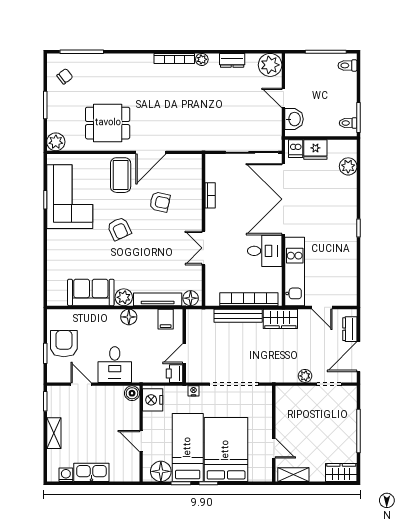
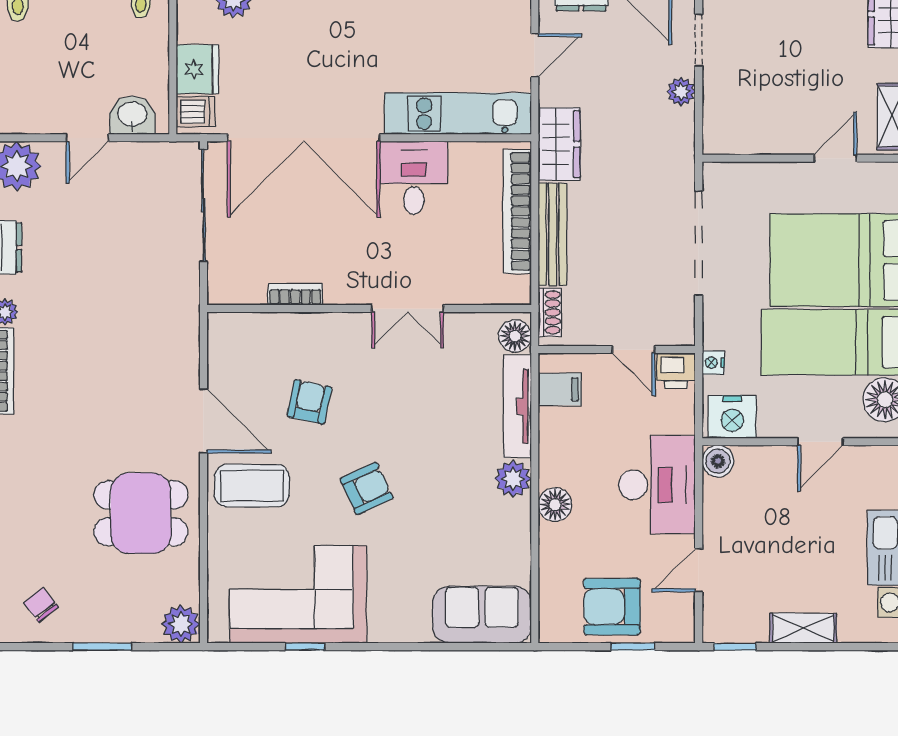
dining table: (108, 123) -> (141, 513), turned 90
sofa: (91, 292) -> (482, 615), moved, turned 90
shoe rack: (202, 315) -> (550, 312), added
floor lamp: (129, 317) -> (555, 505), moved
desk: (115, 365) -> (657, 485), width x1.37
nightstand: (194, 391) -> (713, 363), moved

